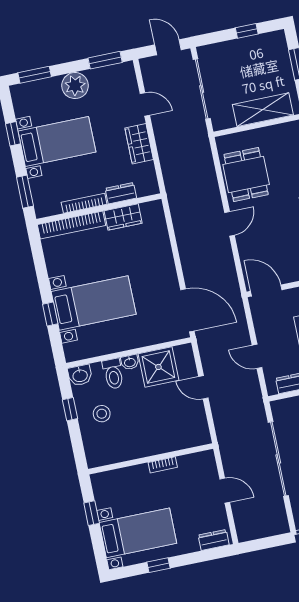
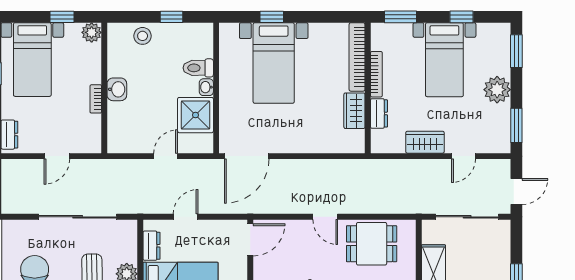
washbasin: (80, 375) -> (117, 89), moved, turned 180
stool: (102, 414) -> (143, 36), moved
plant: (101, 482) -> (92, 32), added

